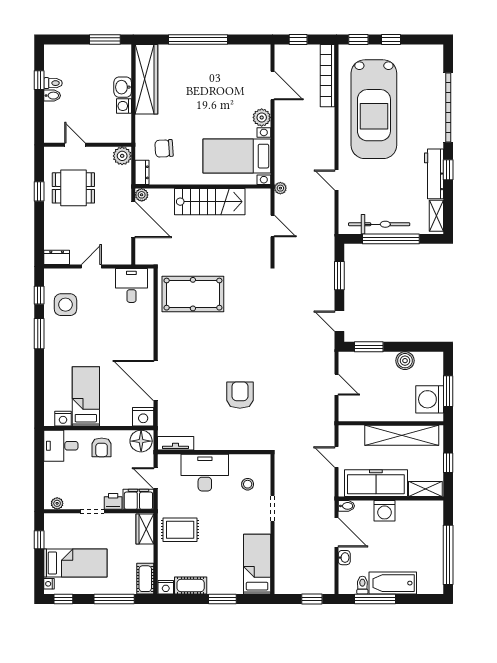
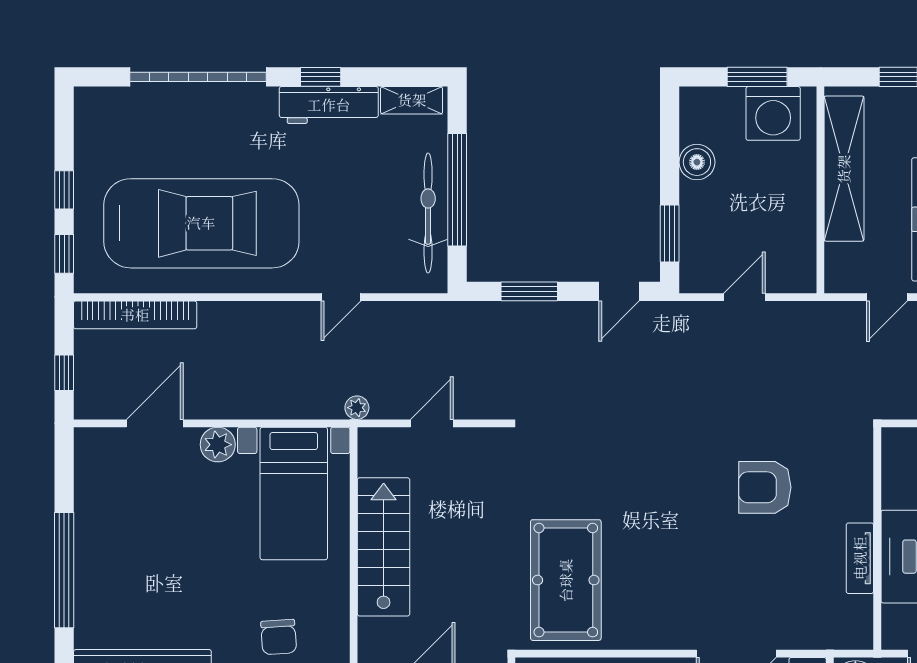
tv unit: (176, 443) -> (860, 558), moved

